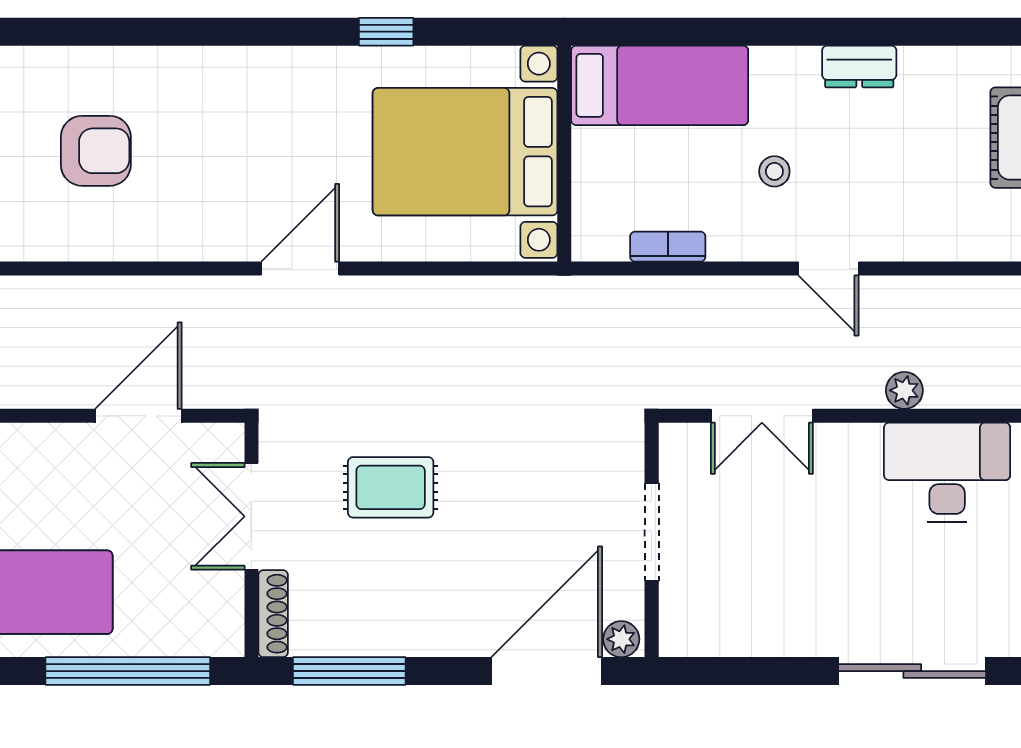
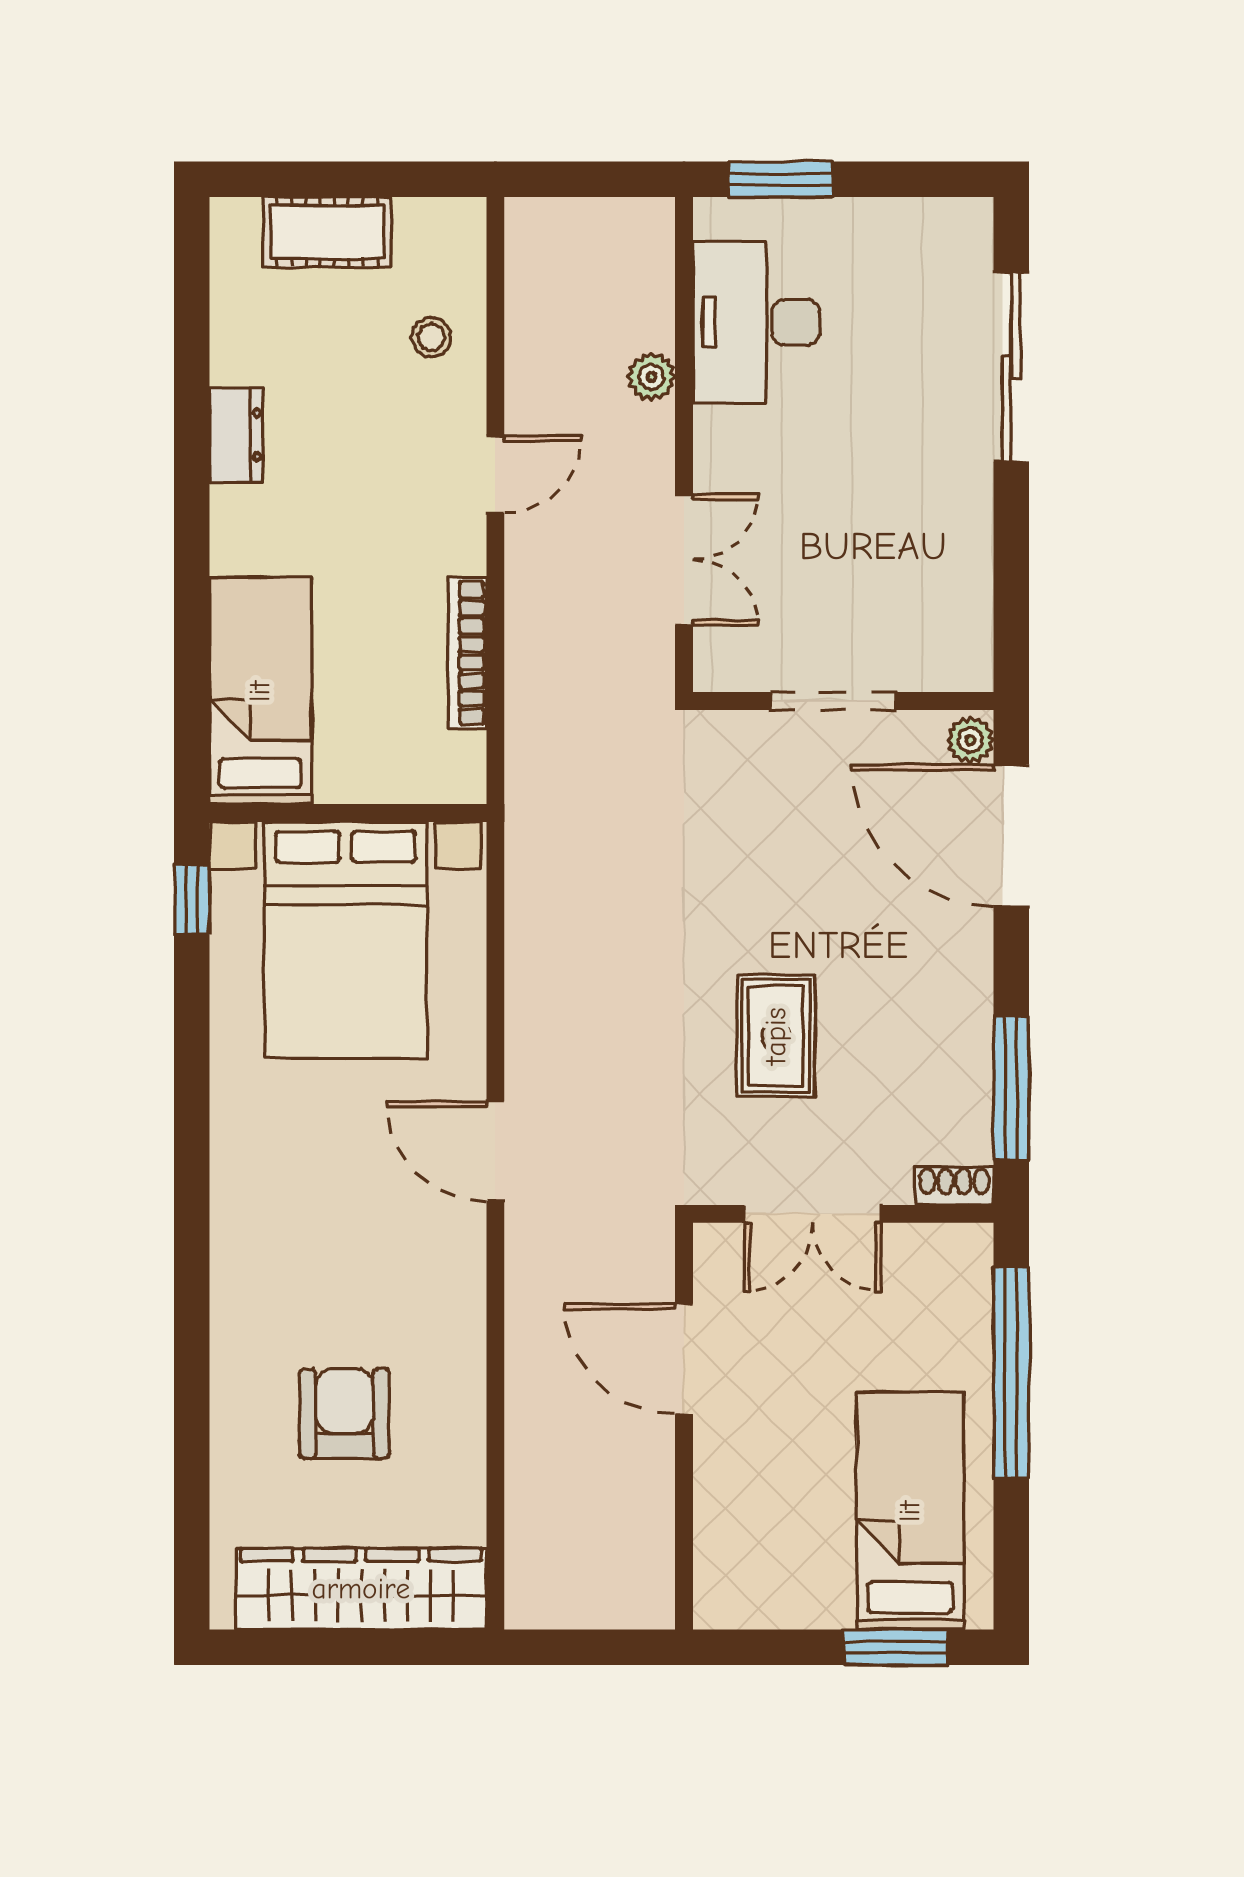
window: (386, 32) -> (192, 900), moved
stool: (774, 171) -> (431, 337), moved
bookcase: (668, 247) -> (467, 653), width x1.56
shoe rack: (273, 614) -> (954, 1186), width x0.70

